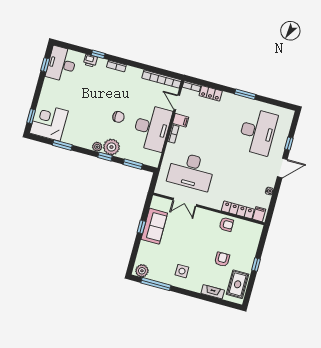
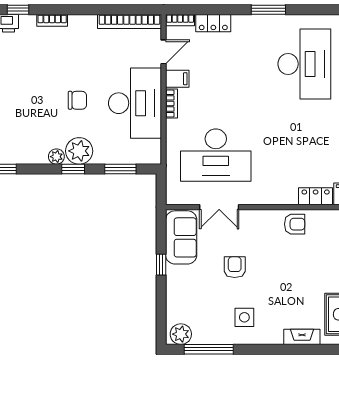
door: (177, 102) -> (163, 52), swing flipped
locker: (238, 210) -> (316, 196), width x0.66
sofa: (154, 226) -> (181, 237), moved
armchair: (222, 259) -> (235, 267), moved

